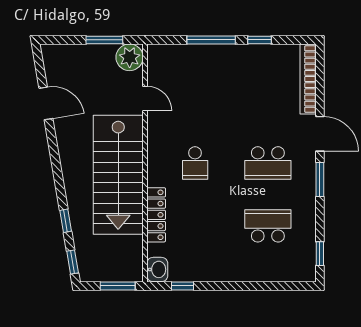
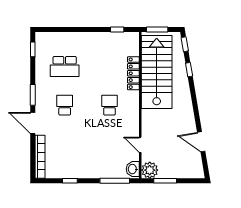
window: (211, 40) -> (115, 181), moved
school desk: (268, 163) -> (65, 105), width x0.54
stairs: (118, 175) -> (157, 72), moved
washbasin: (157, 269) -> (133, 169), moved

